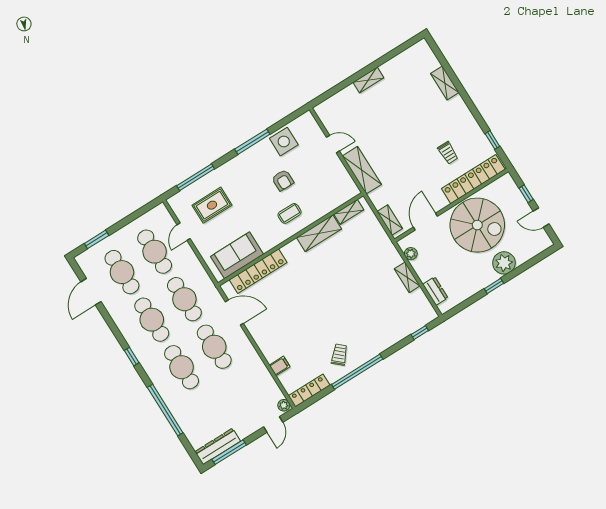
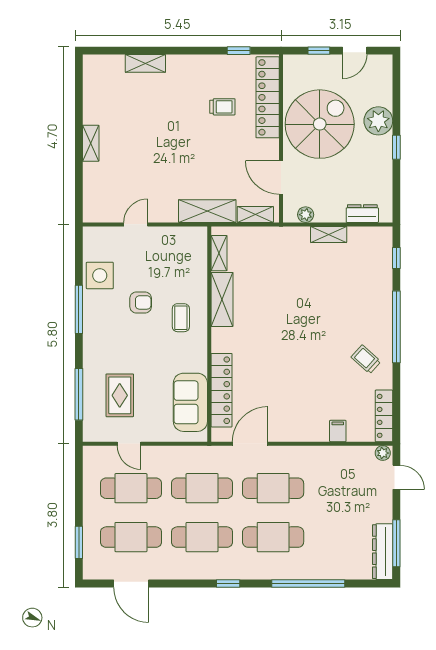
shelving: (362, 170) -> (207, 211), moved
window: (357, 372) -> (396, 327), moved

